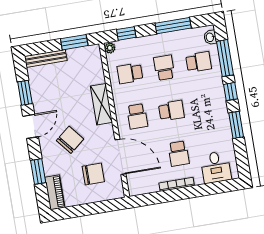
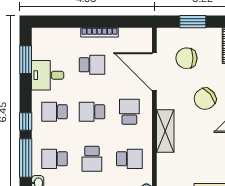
school desk: (206, 105) -> (54, 112), added
window: (236, 125) -> (26, 60), moved
school desk: (179, 154) -> (92, 65), turned 90
desk: (216, 167) -> (48, 75), moved, turned -90
window: (93, 208) -> (193, 22), added

